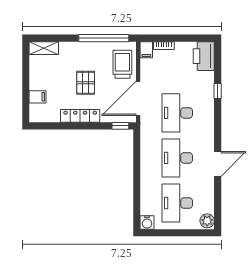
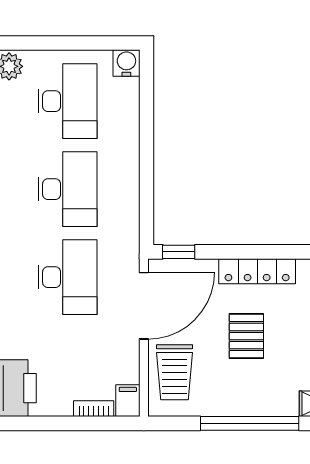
window: (104, 38) -> (250, 423), moved

